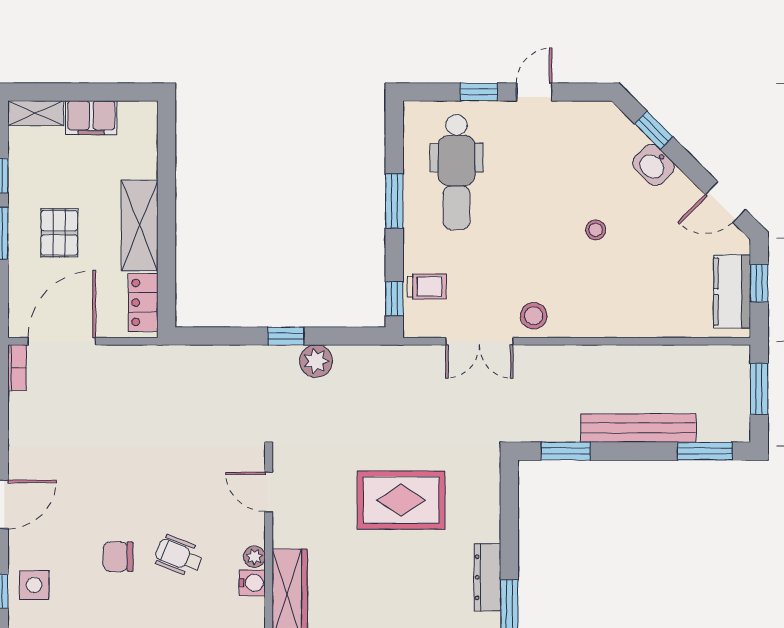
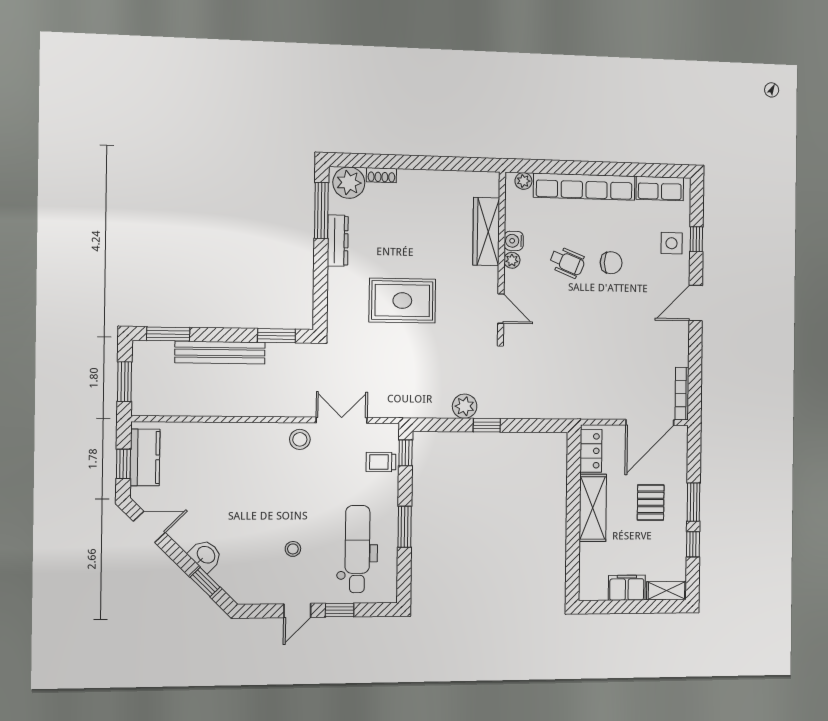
stool: (596, 230) -> (293, 549), moved
bookcase: (17, 368) -> (682, 394), width x1.56

